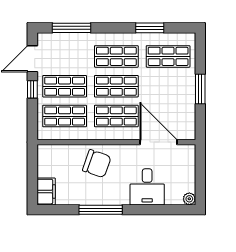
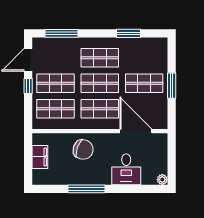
shop shelf: (168, 56) -> (144, 83), moved
filing cabinet: (46, 192) -> (40, 157), moved

